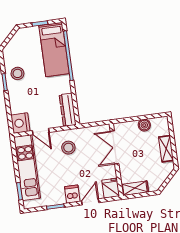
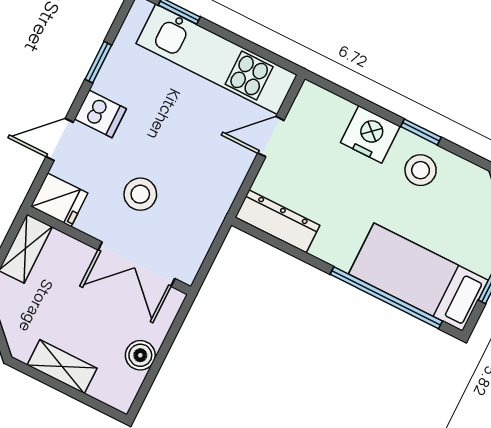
nightstand: (20, 123) -> (370, 134), moved
double door: (115, 147) -> (136, 264), swing flipped
stool: (68, 148) -> (140, 194), moved
door: (90, 202) -> (60, 139), swing flipped

